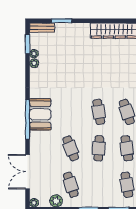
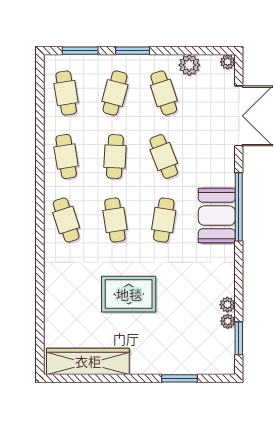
bench: (42, 28) -> (214, 366), removed
rug: (91, 69) -> (129, 294), added
cafe table: (71, 112) -> (164, 220), added
cafe table: (99, 185) -> (115, 93), added

